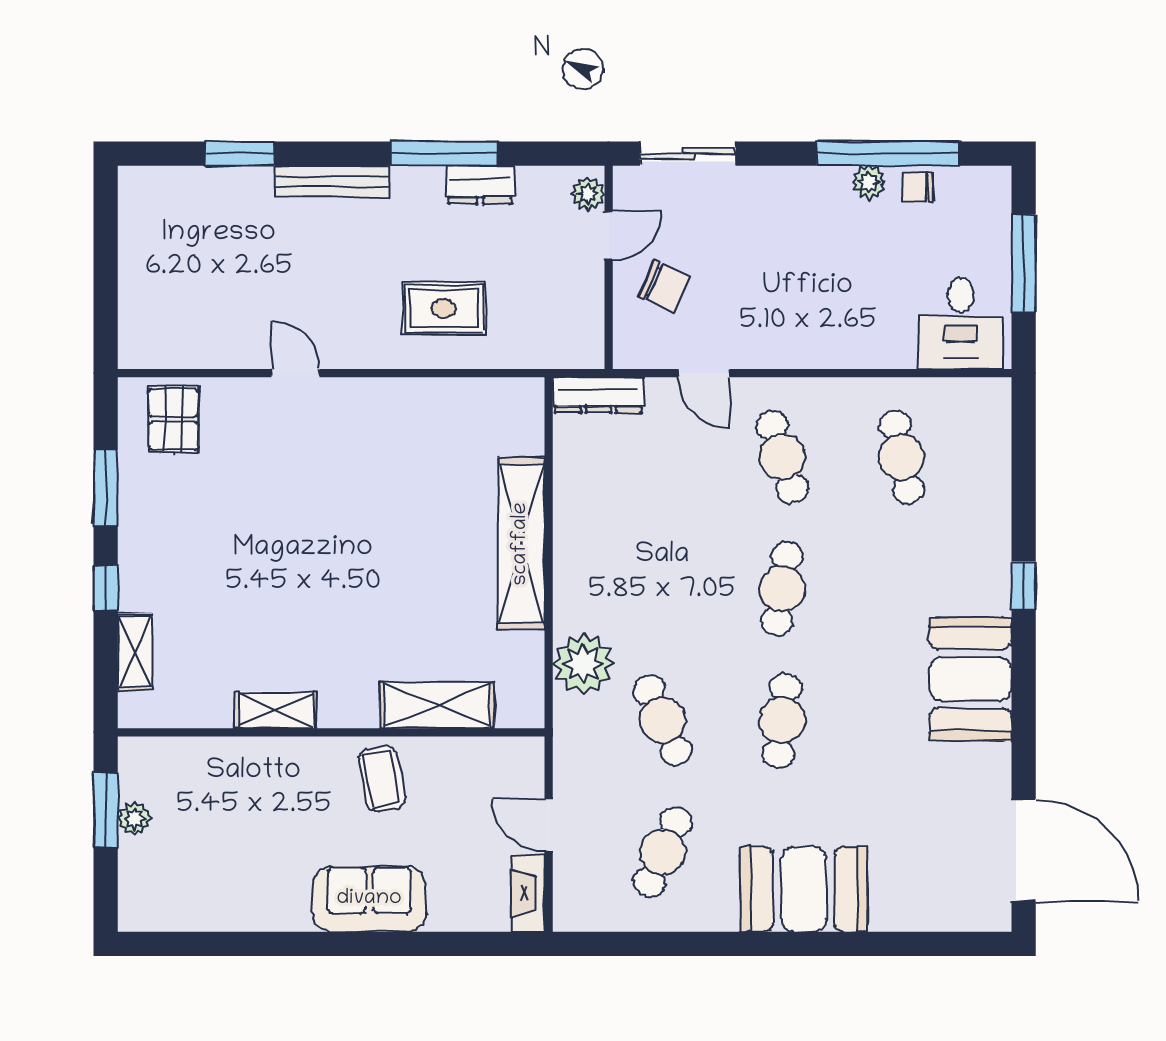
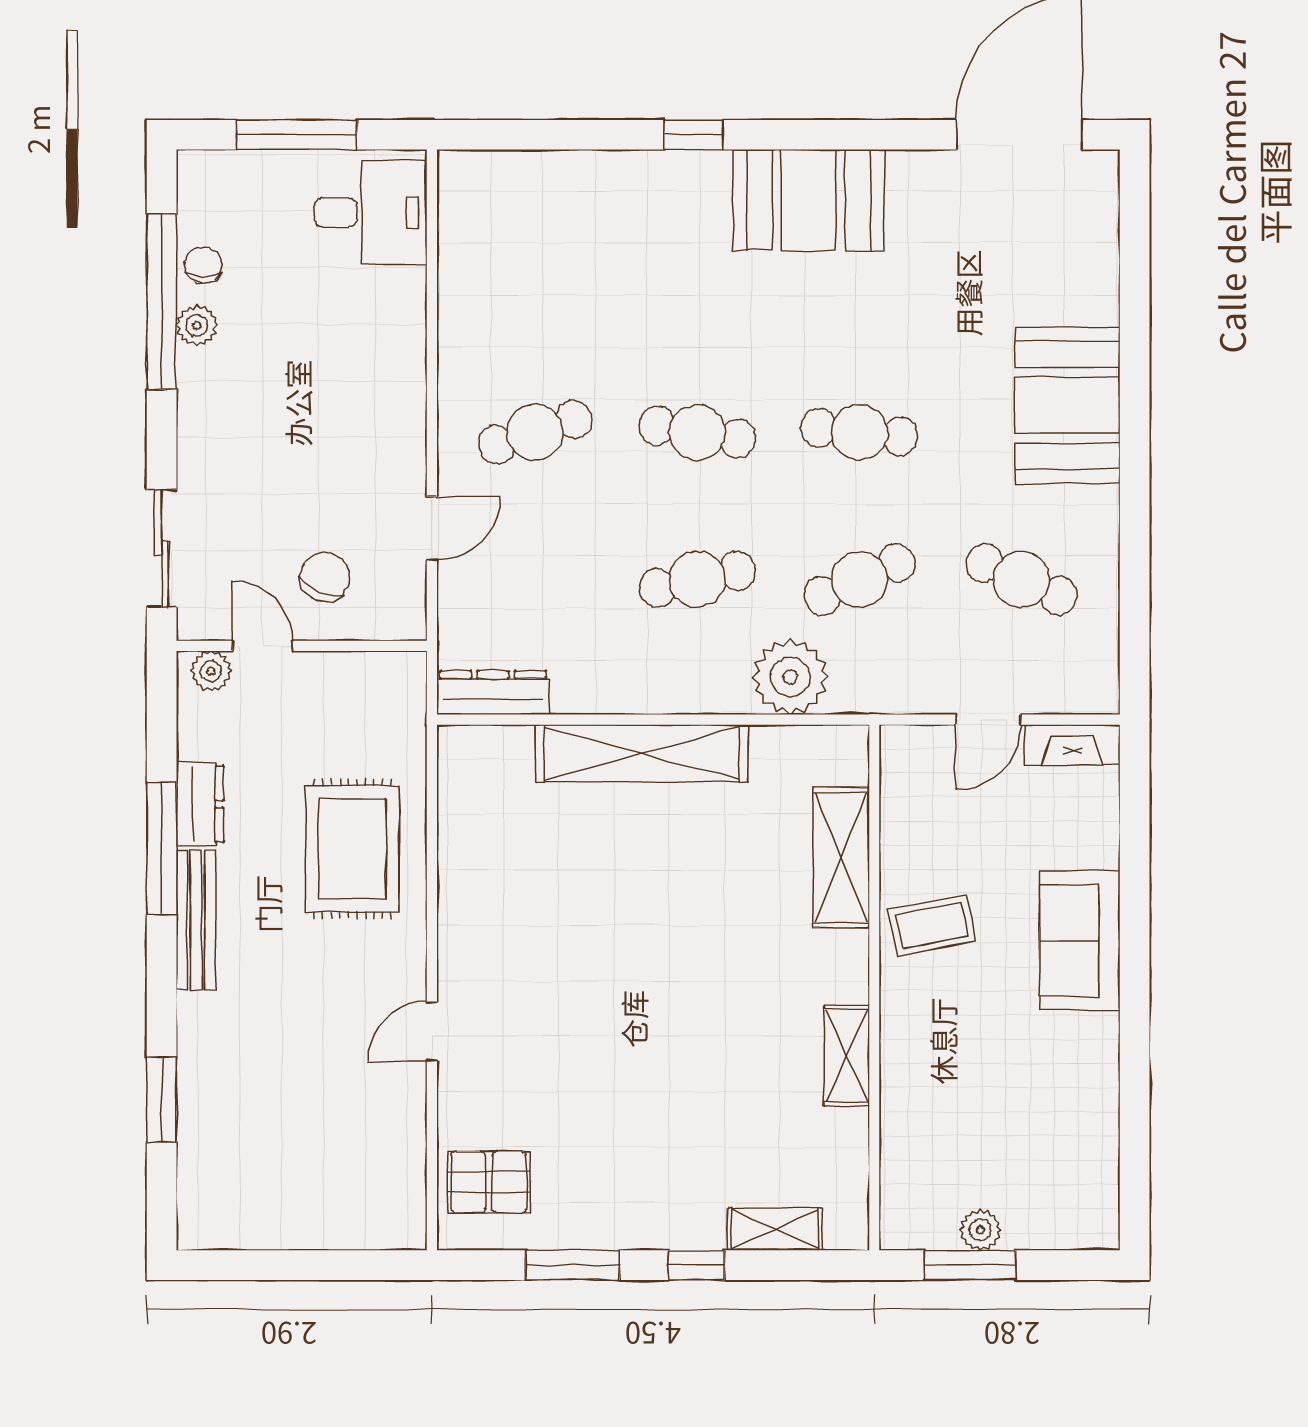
bench: (332, 181) -> (196, 920), moved
chair: (918, 187) -> (203, 265), turned 180
rug: (444, 309) -> (352, 849), width x1.36, depth x1.43
dresser: (598, 395) -> (493, 693), moved, turned -90
cafe table: (902, 457) -> (697, 579), moved

